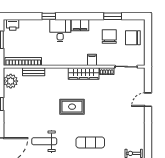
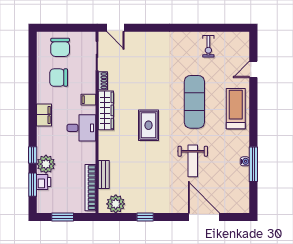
window: (113, 16) -> (33, 185), moved
printer: (13, 25) -> (44, 182), moved
plant: (42, 27) -> (46, 164), added
desk: (60, 31) -> (81, 128), moved, turned 180
door: (148, 100) -> (115, 28), moved
exercise mat: (90, 142) -> (194, 102), width x1.36, depth x1.45

